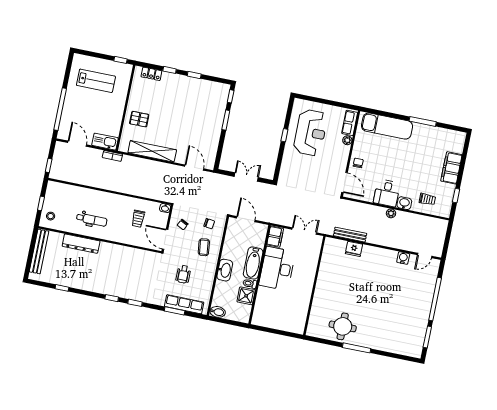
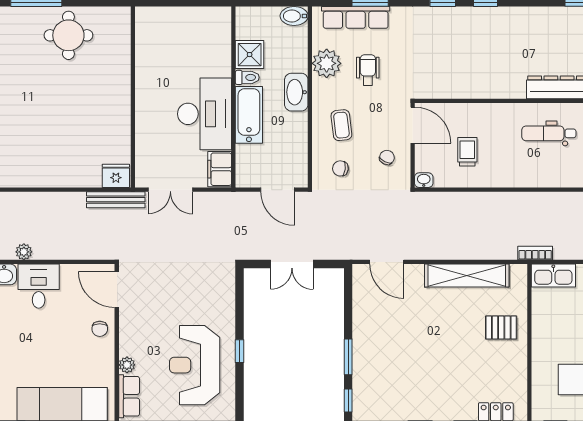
bench: (350, 235) -> (116, 200), moved
fridge: (354, 249) -> (116, 176), moved
plant: (205, 282) -> (327, 63), added

